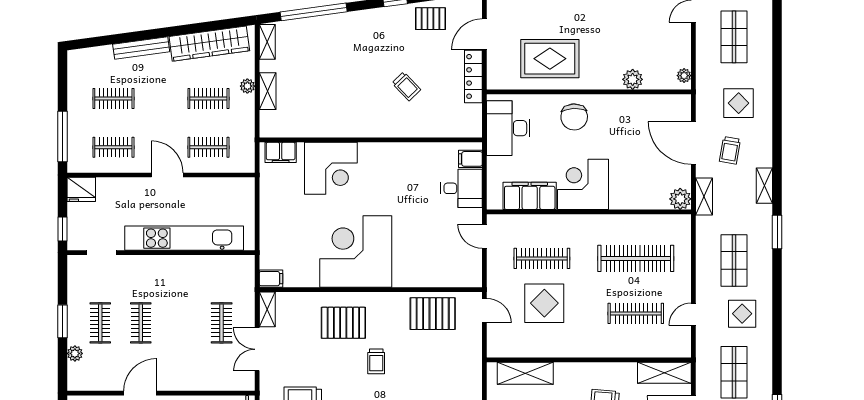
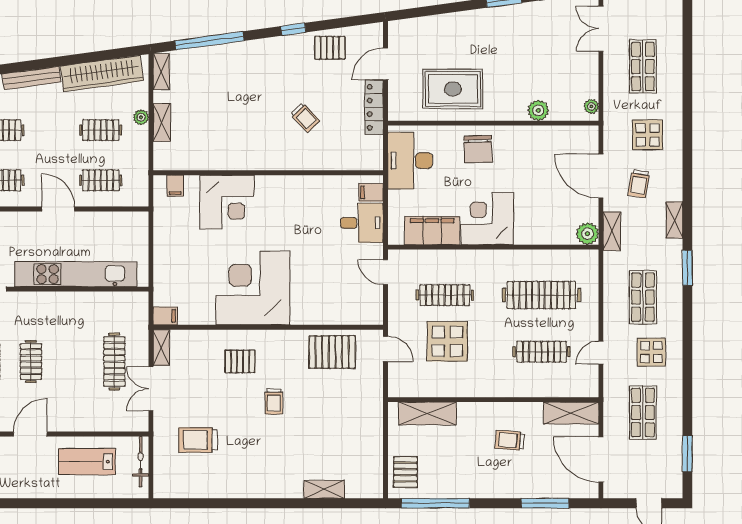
filing cabinet: (281, 152) -> (175, 186), width x0.50
clothes rail: (222, 323) -> (114, 362), width x1.36
pallet: (343, 323) -> (240, 361), width x0.67, depth x0.71

